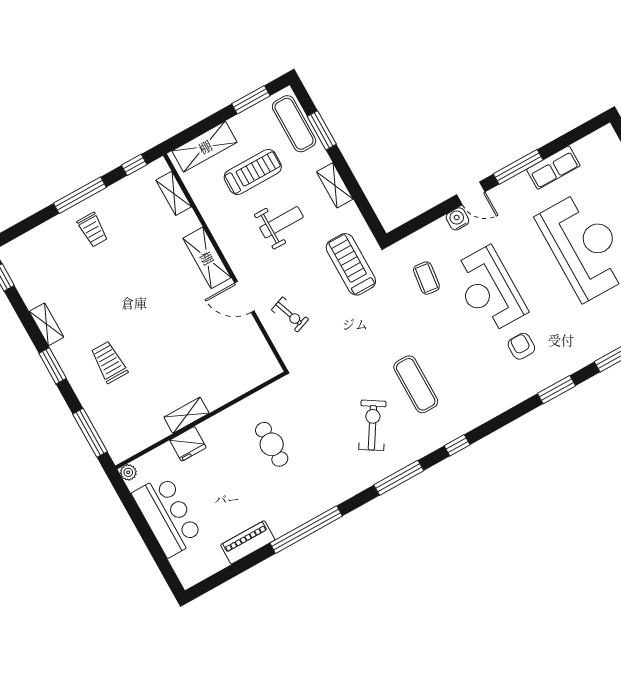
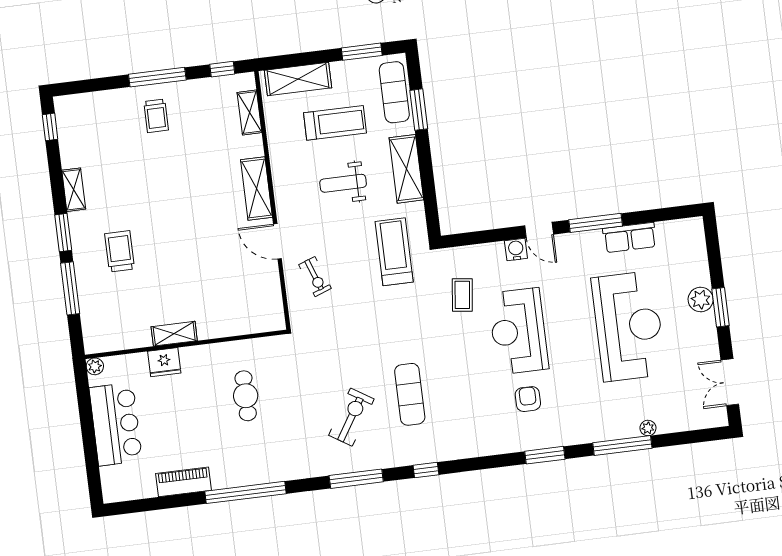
shelving: (335, 185) -> (406, 169), width x1.50, depth x1.33
weight bench: (281, 222) -> (343, 183), turned 180
window: (90, 433) -> (70, 288), moved

